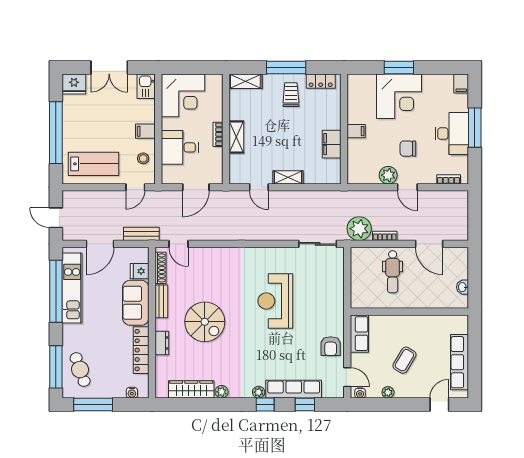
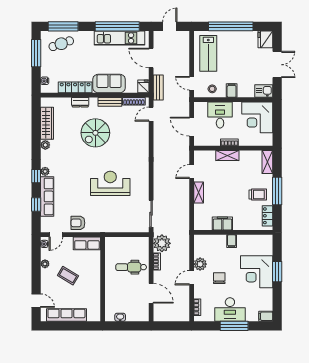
double door: (109, 68) -> (277, 65), swing flipped
door: (429, 244) -> (151, 293), swing flipped
fridge: (140, 271) -> (143, 86), moved

